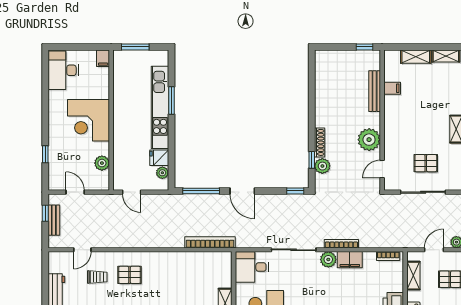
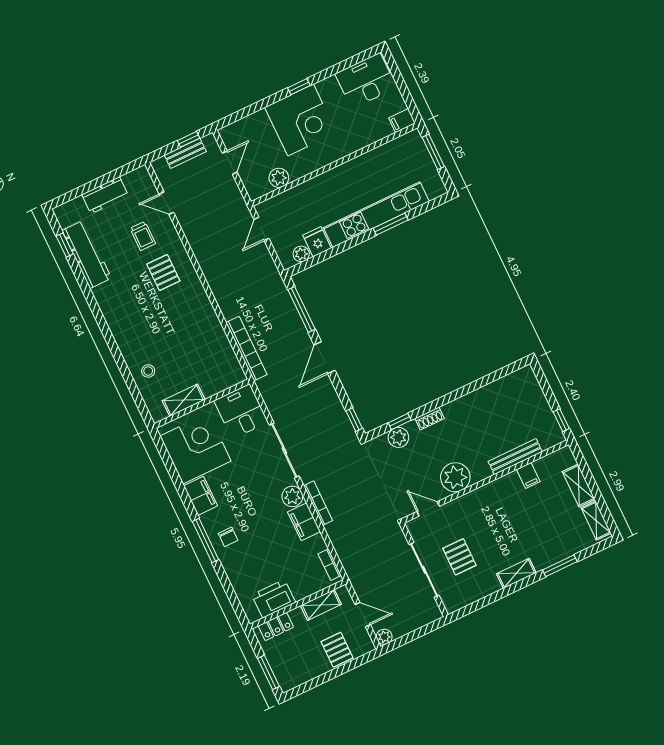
corner desk: (89, 120) -> (301, 120), moved, turned 180
shoe rack: (320, 142) -> (430, 419), width x0.70
window: (45, 154) -> (299, 87), moved

